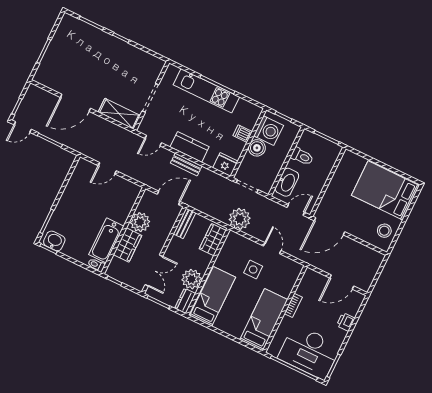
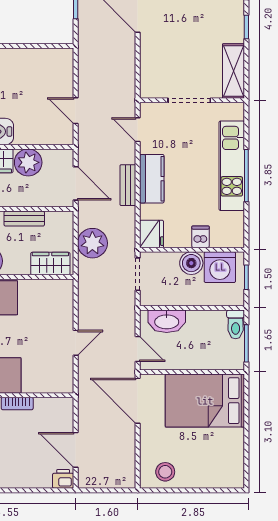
shelving: (119, 114) -> (234, 71), moved
toilet: (302, 156) -> (236, 324), moved
door: (107, 168) -> (76, 111), moved
bed: (385, 190) -> (205, 401), moved, turned -90
plant: (240, 219) -> (92, 243), moved
bench: (184, 223) -> (24, 219), moved
side table: (253, 270) -> (38, 332), removed
printer: (346, 322) -> (63, 479), moved

